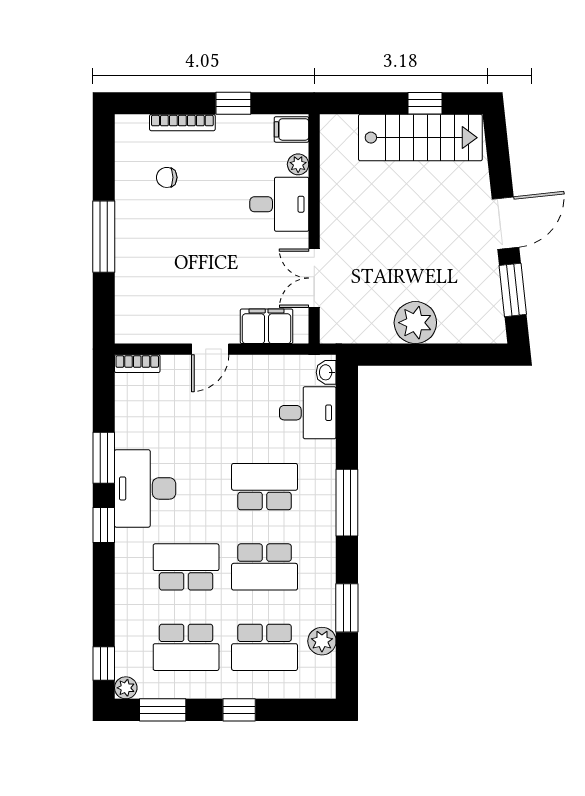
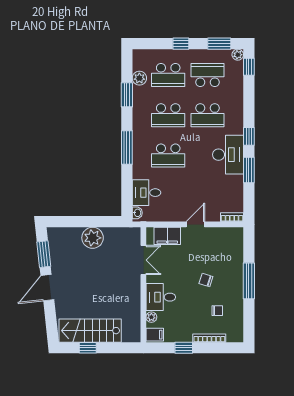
chair: (189, 238) -> (206, 280), added
school desk: (265, 567) -> (168, 115), turned 180
school desk: (265, 647) -> (168, 75), turned 180

